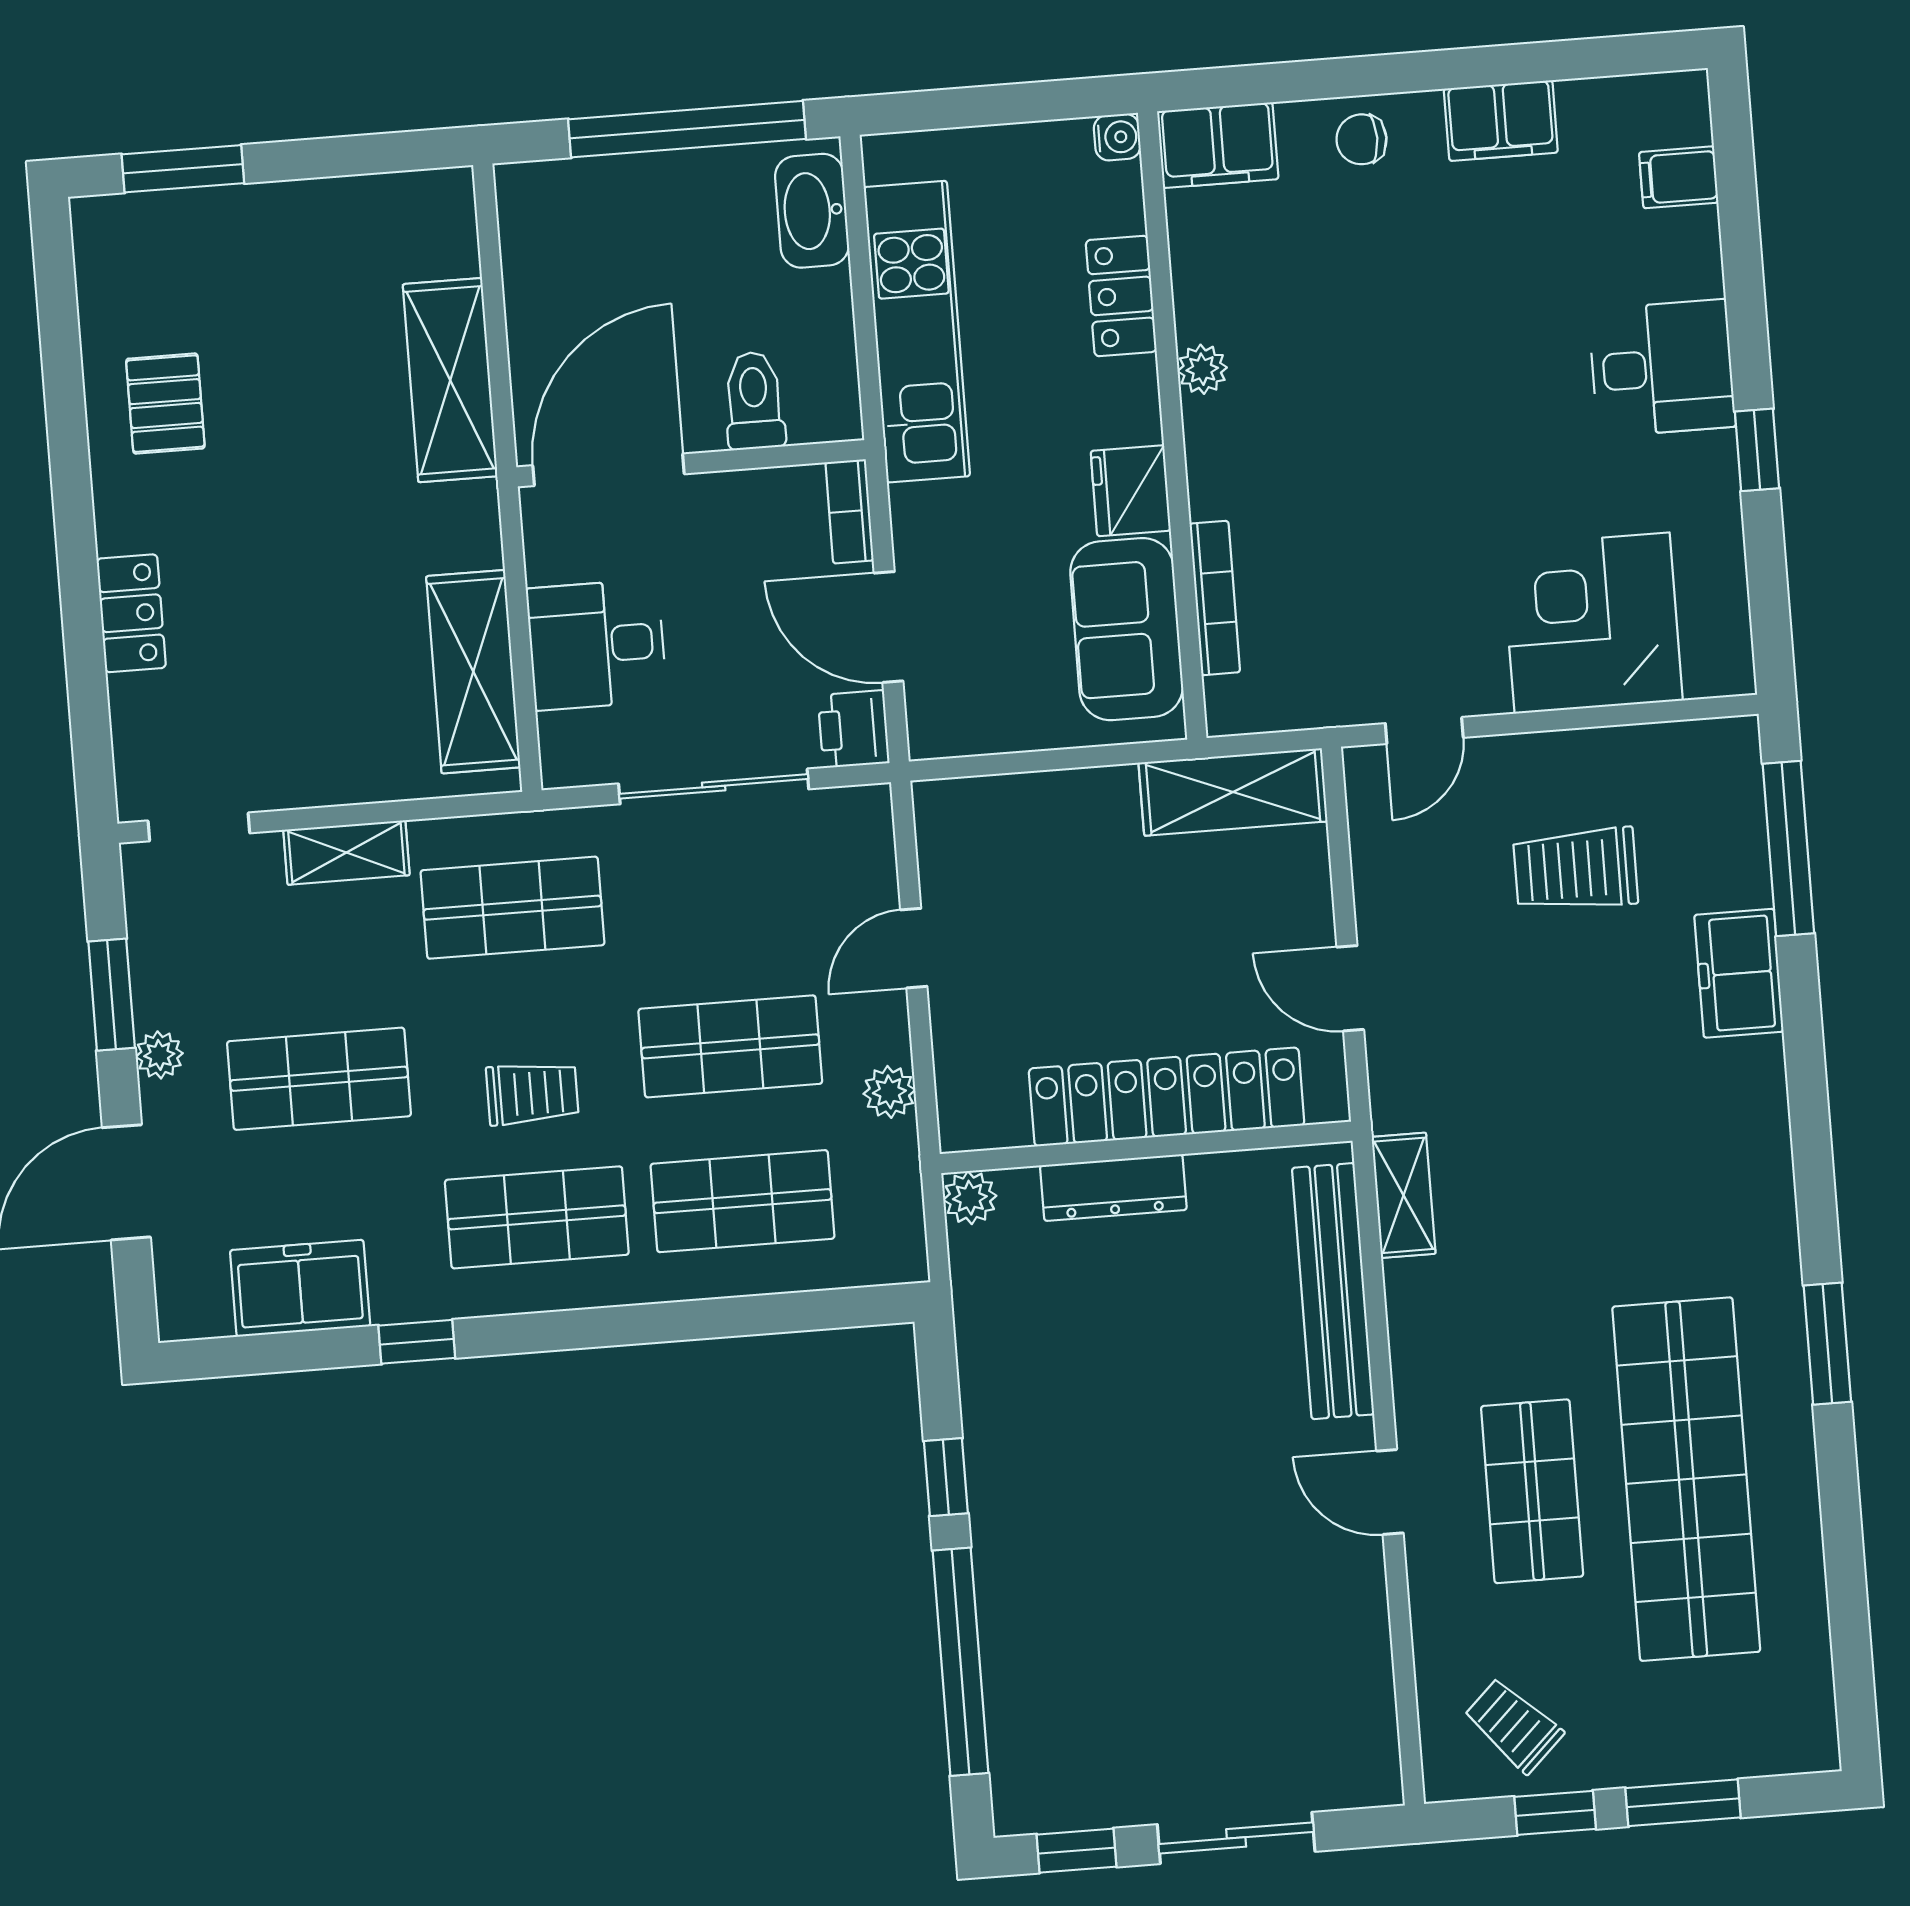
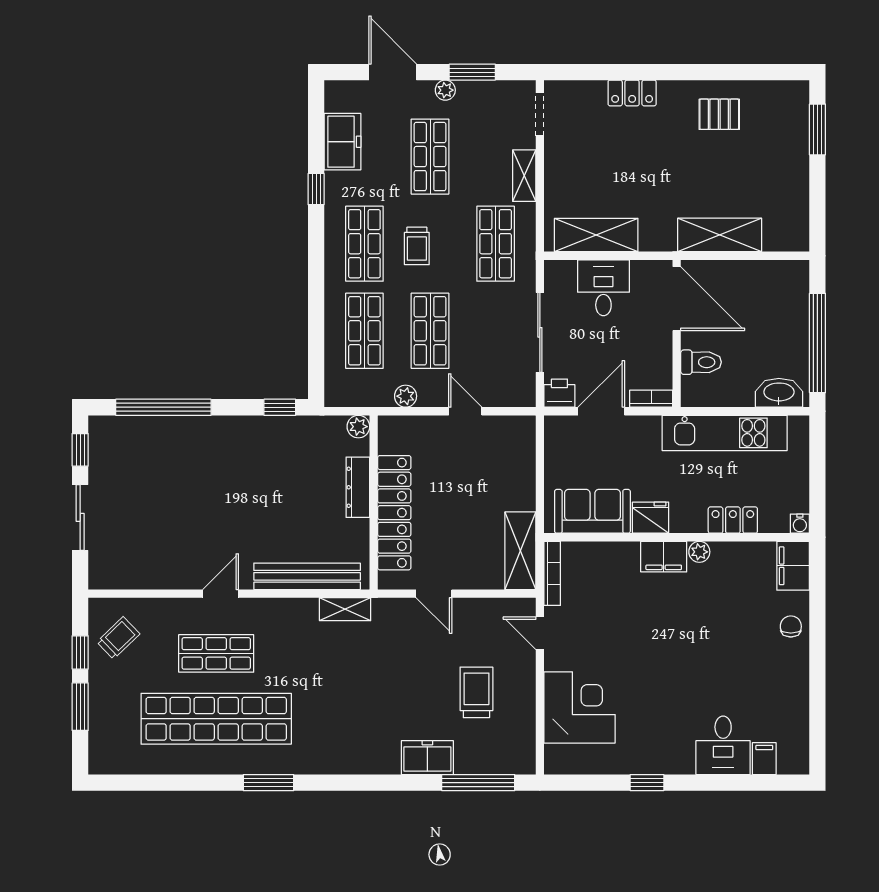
filing cabinet: (1501, 121) -> (664, 557), moved, turned -90
desk: (1662, 368) -> (723, 745), moved
bookcase: (1215, 598) -> (552, 573), moved, turned -90
door: (1350, 988) -> (434, 594), swing flipped
window: (946, 1477) -> (280, 407), moved

